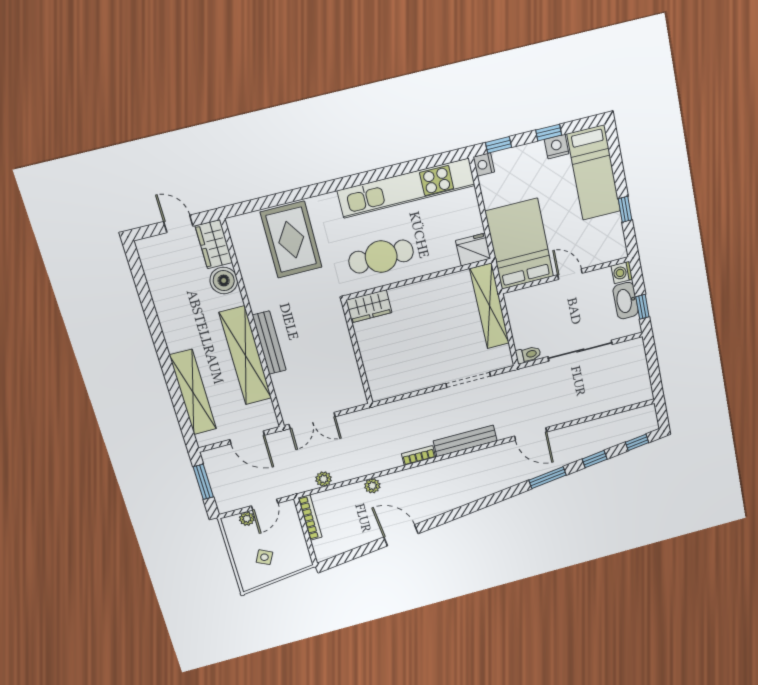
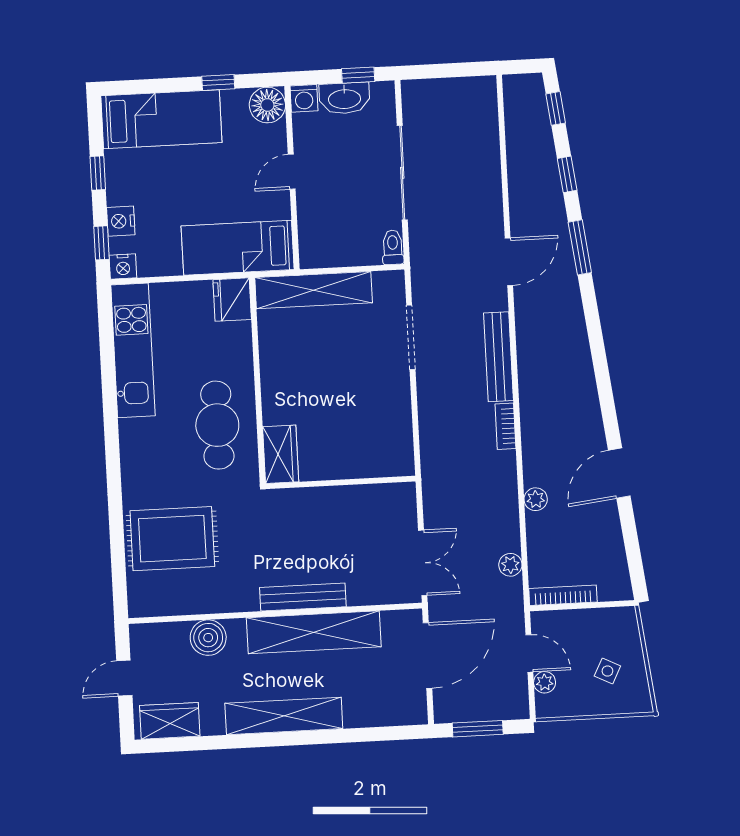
nightstand: (557, 147) -> (121, 221), moved
kitchen unit: (406, 188) -> (133, 350), width x0.73
wardrobe: (214, 244) -> (170, 721), moved, turned 180
bed: (519, 244) -> (238, 248), width x0.67
floor lamp: (614, 248) -> (267, 105), added
shelving: (193, 392) -> (284, 716), moved
door: (247, 437) -> (428, 656), width x1.36

